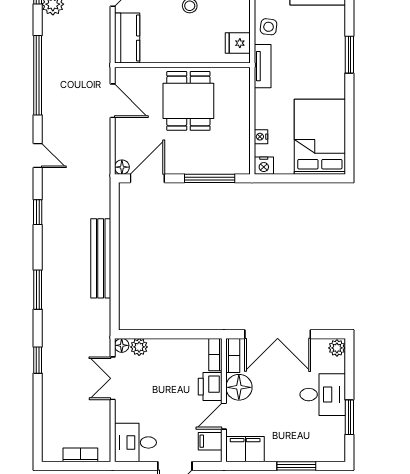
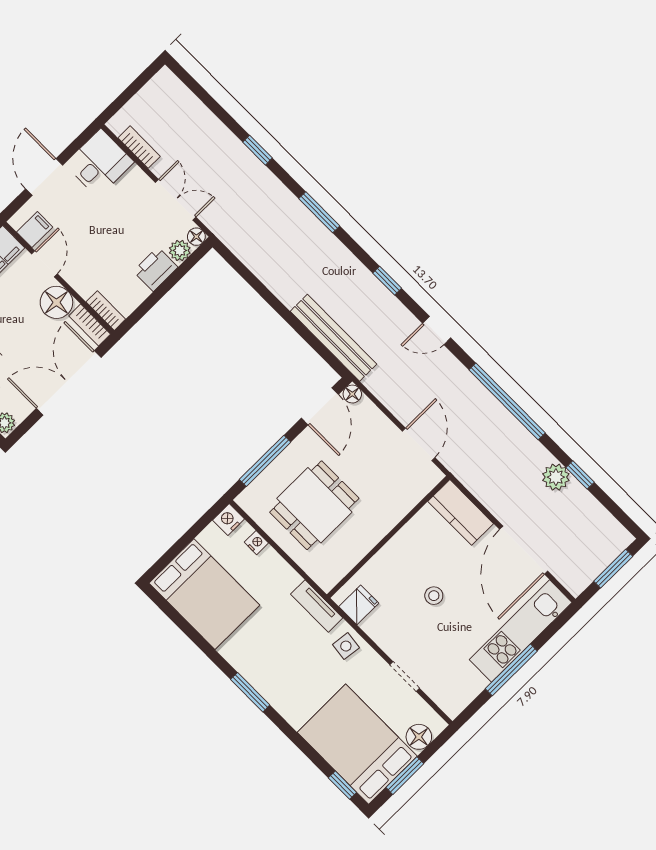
door: (113, 101) -> (419, 444), swing flipped
dining table: (188, 101) -> (314, 505), moved, turned 90
bench: (101, 258) -> (334, 338), moved
printer: (210, 387) -> (156, 269), moved, turned -90
bookcase: (80, 455) -> (139, 147), moved, turned -90

